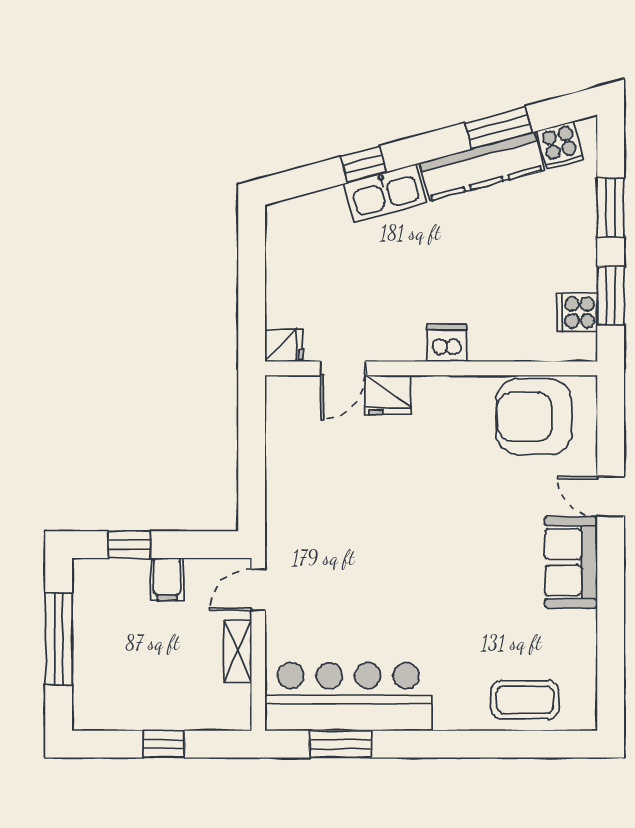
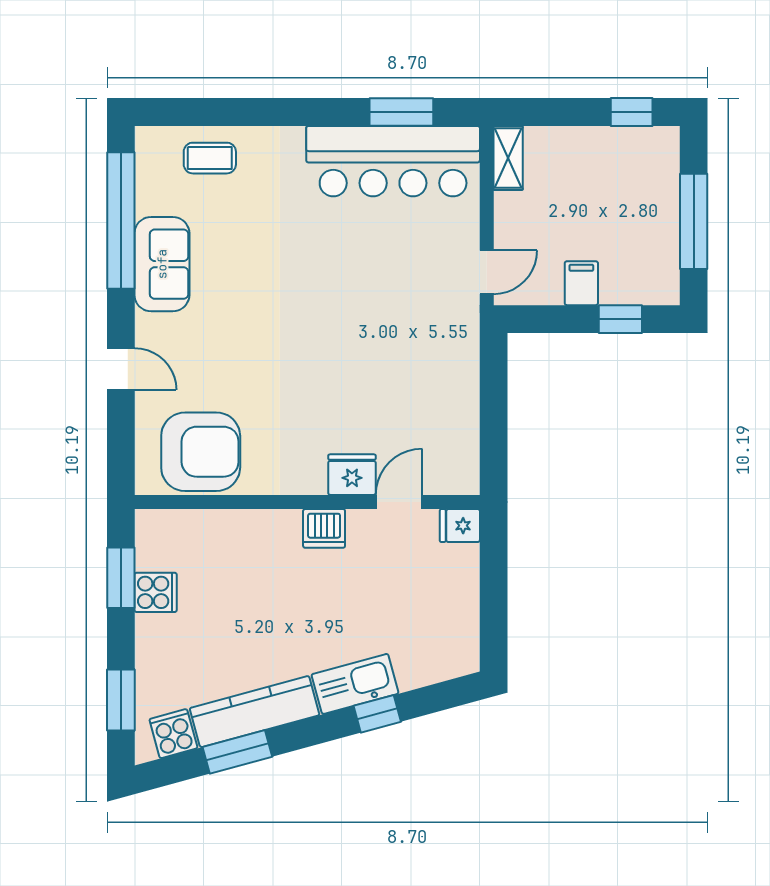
window: (611, 207) -> (121, 700), moved
cooker: (577, 312) -> (156, 592), moved
dishwasher: (447, 343) -> (324, 528), moved
sofa: (571, 562) -> (162, 264), moved
window: (611, 640) -> (121, 220), added
shelving: (238, 652) -> (508, 158), moved
coffee table: (525, 700) -> (210, 158), width x0.73, depth x0.77
window: (164, 744) -> (632, 112), moved

